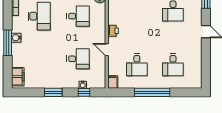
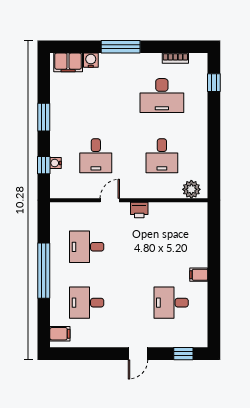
water cooler: (16, 38) -> (91, 60), moved
filing cabinet: (113, 82) -> (60, 334), moved

